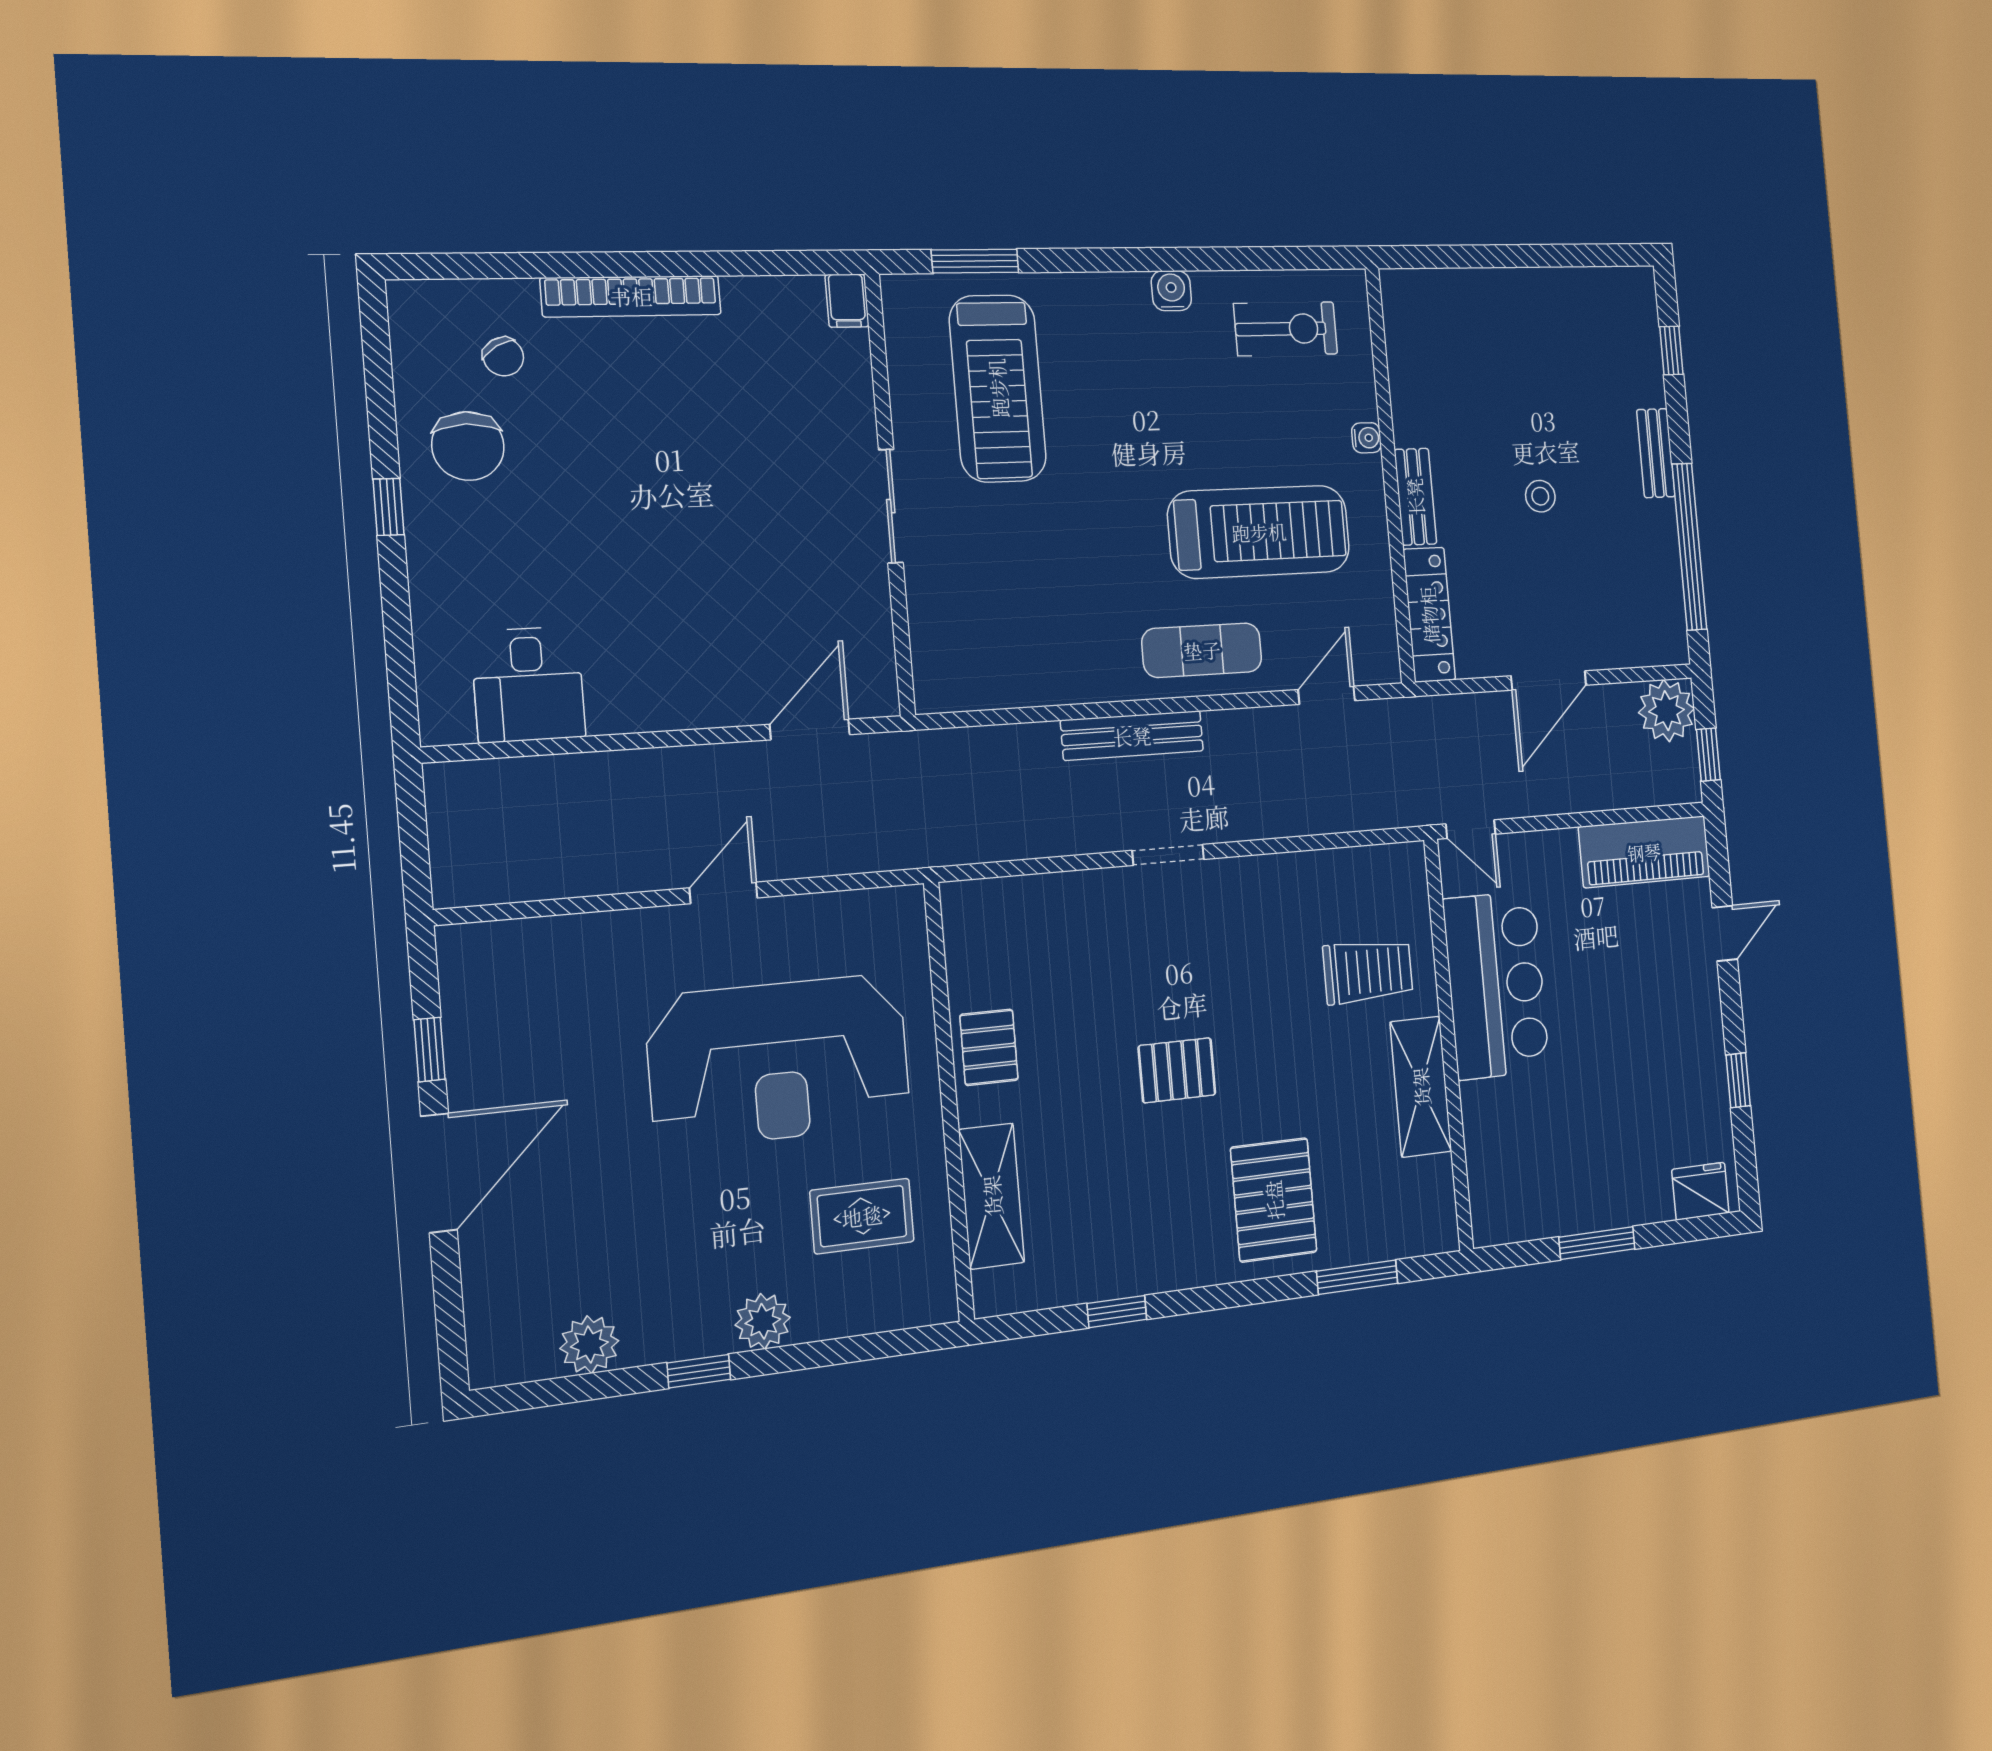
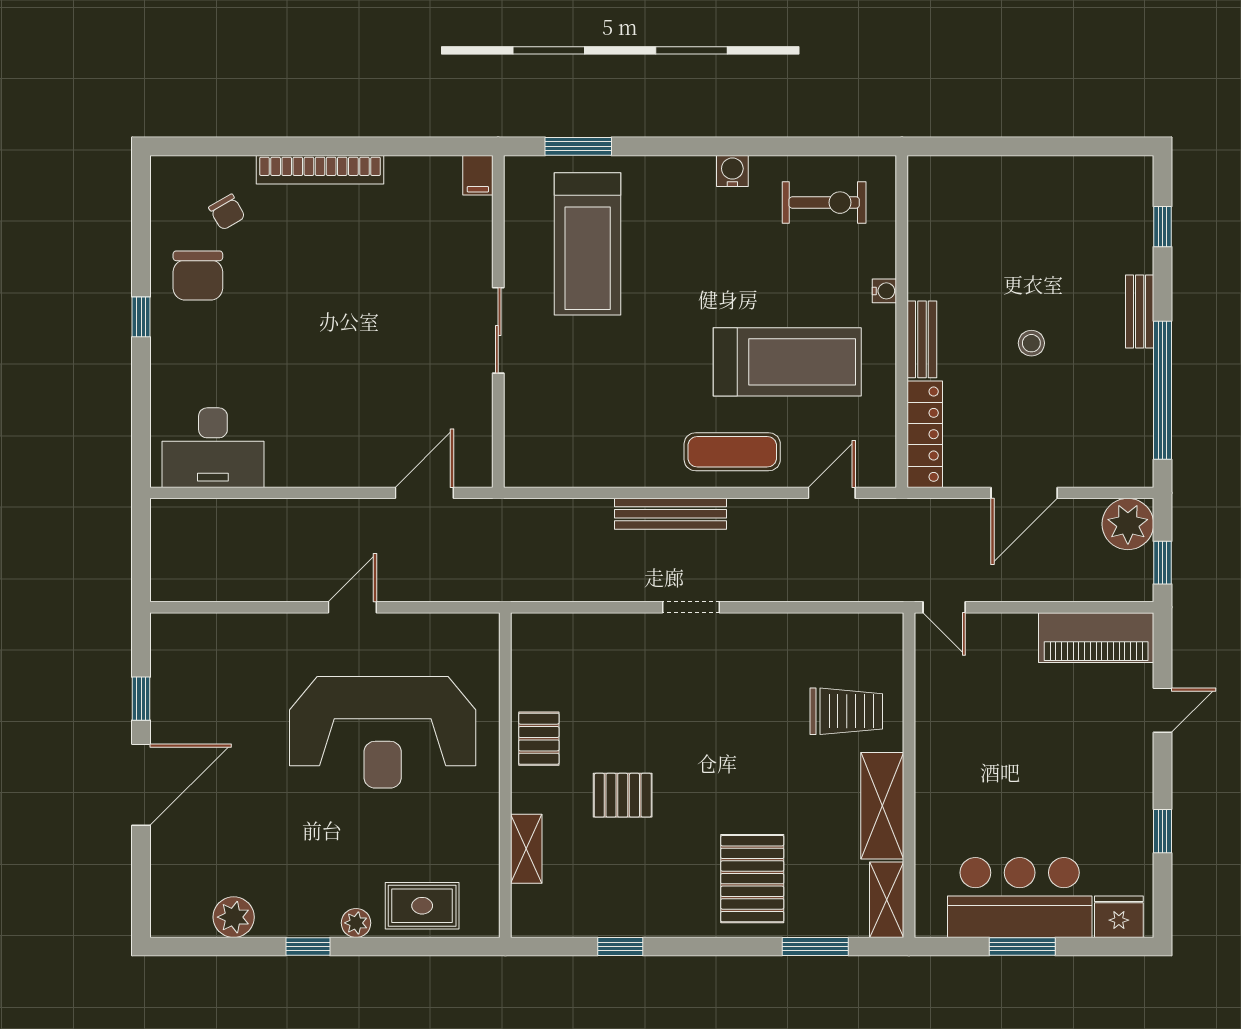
desk: (528, 684) -> (213, 448), width x1.37
bar counter: (1496, 985) -> (1020, 897), moved, turned -90
pallet: (1177, 1070) -> (623, 795), moved
shelving: (992, 1196) -> (526, 849), width x0.67, depth x0.75
shelving: (1436, 1206) -> (887, 900), added
rug: (862, 1216) -> (422, 906), moved
plant: (763, 1321) -> (356, 923), width x0.73, depth x0.73

